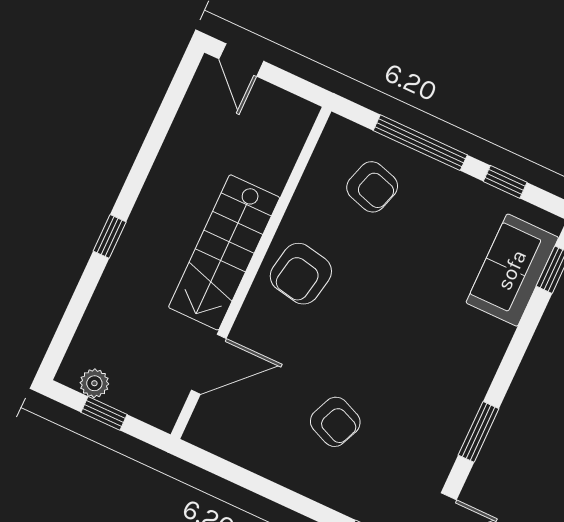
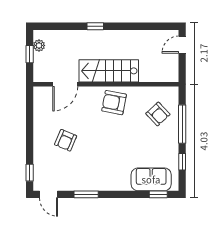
armchair: (372, 187) -> (158, 114), turned -60
door: (209, 364) -> (65, 84), hinge flipped

